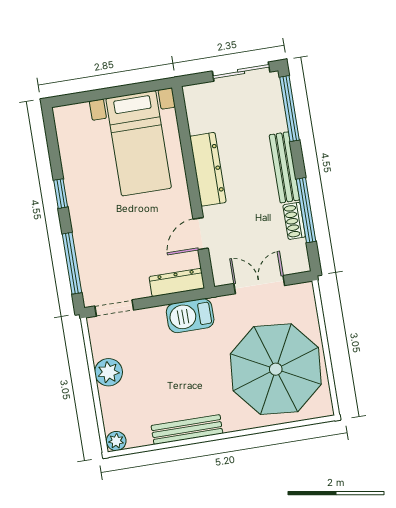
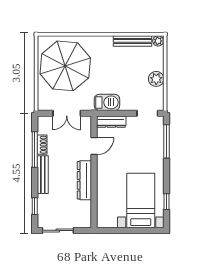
window: (290, 109) -> (35, 206), width x0.46
bed with nightstands: (139, 143) -> (141, 201), moved
window: (61, 194) -> (166, 202), moved
bench: (187, 430) -> (133, 41), moved

